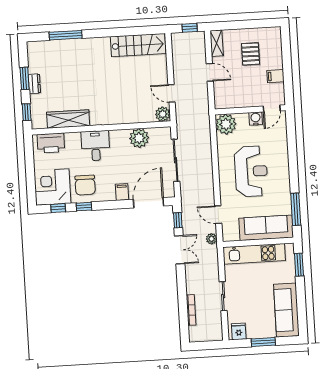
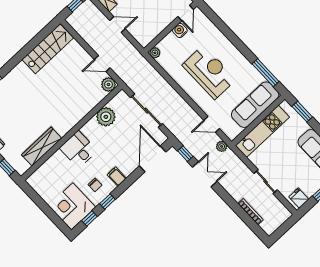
plant: (226, 124) -> (155, 53), width x0.53, depth x0.53
printer: (51, 143) -> (44, 175), removed
chair: (85, 185) -> (95, 185), width x0.54, depth x0.54
filing cabinet: (122, 192) -> (117, 177), moved

